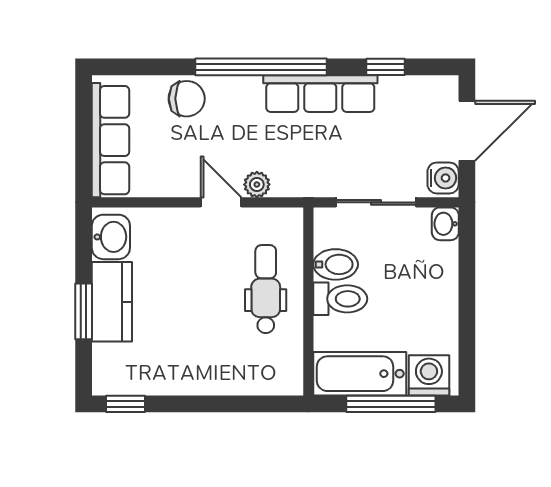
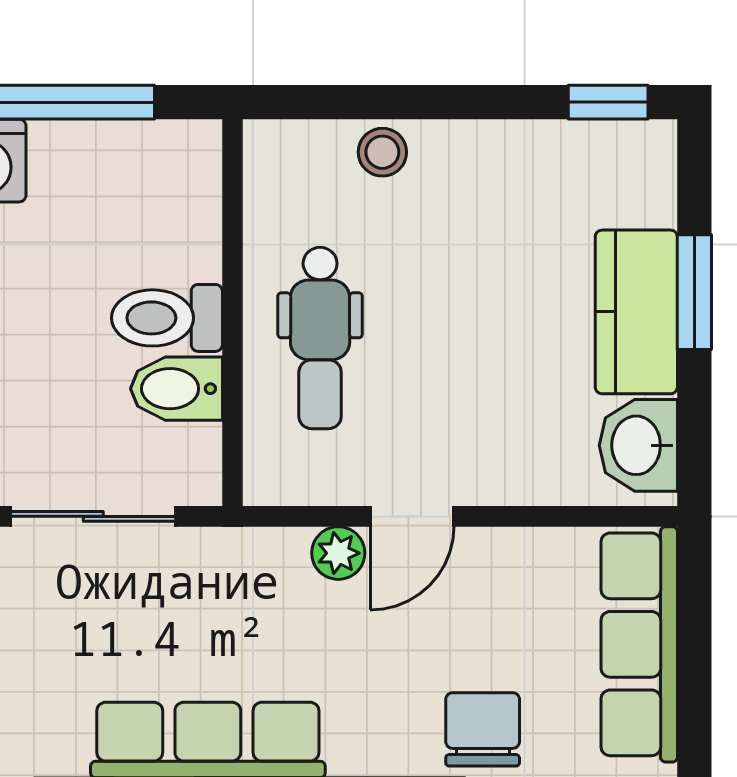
chair: (187, 99) -> (483, 729), turned 90
door: (221, 202) -> (412, 516), hinge flipped
bathtub: (360, 374) -> (127, 164), removed
stool: (235, 379) -> (382, 152), added

